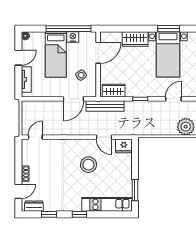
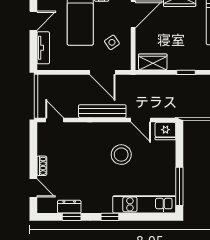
door: (73, 99) -> (102, 72), hinge flipped
bench: (105, 106) -> (102, 111), moved
door: (35, 137) -> (55, 120), hinge flipped
window: (135, 190) -> (179, 186), width x1.44
door: (18, 191) -> (33, 188), hinge flipped
dresser: (34, 206) -> (69, 207), moved

